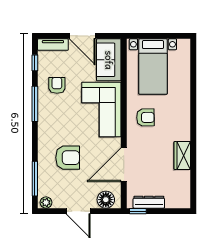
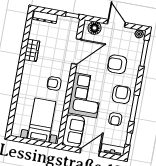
door: (82, 36) -> (90, 152), hinge flipped
armchair: (55, 119) -> (121, 95), added
dresser: (149, 202) -> (45, 17), moved

